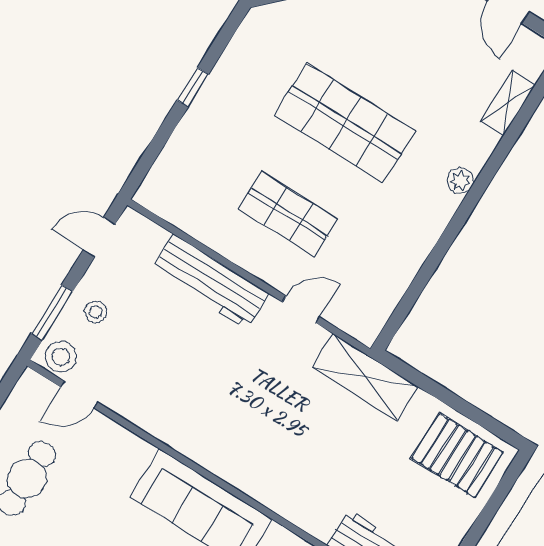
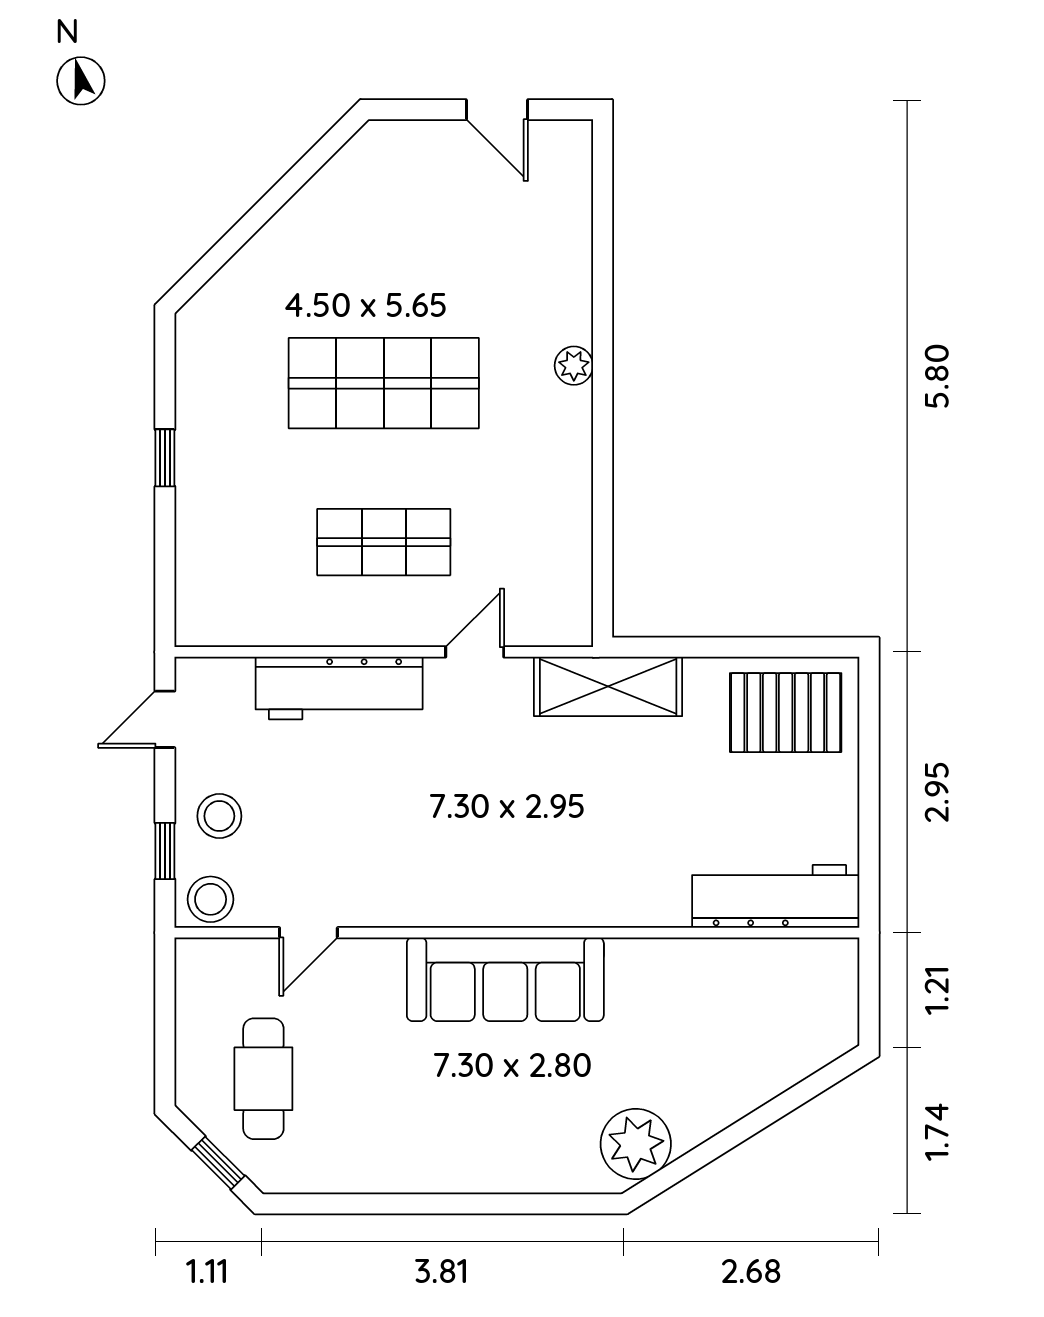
shelving: (508, 103) -> (573, 231), removed
stool: (96, 312) -> (219, 816), width x1.37, depth x1.37
window: (52, 313) -> (165, 851), width x0.67
door: (79, 395) -> (308, 933), moved

